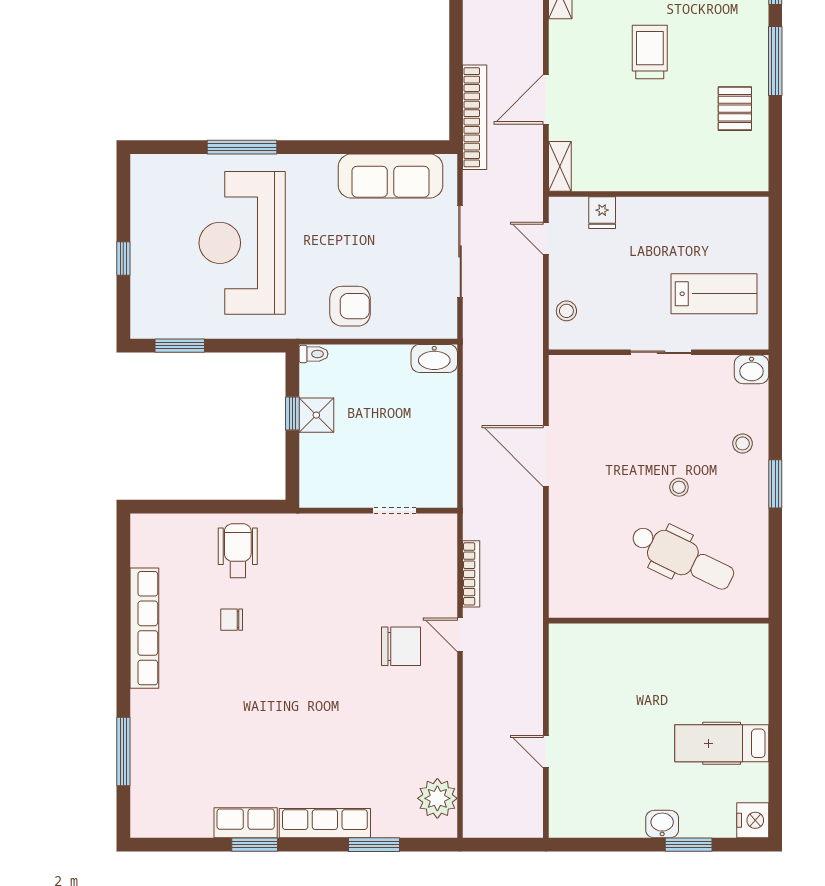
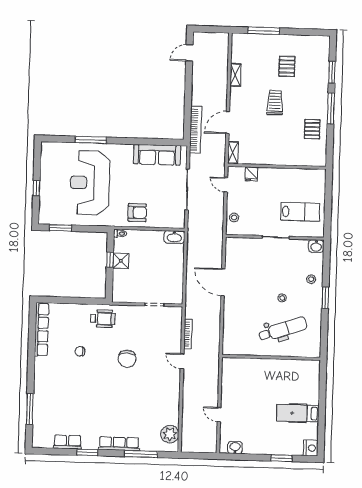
wheelchair: (238, 551) -> (103, 319), moved, turned 90
dental chair: (683, 557) -> (283, 329), turned -45
row of seats: (144, 628) -> (42, 330), moved
chair: (401, 646) -> (127, 359), moved, turned 90
row of seats: (246, 823) -> (67, 442), moved
washbasin: (662, 824) -> (235, 448), moved
window: (374, 845) -> (141, 454), width x1.44

